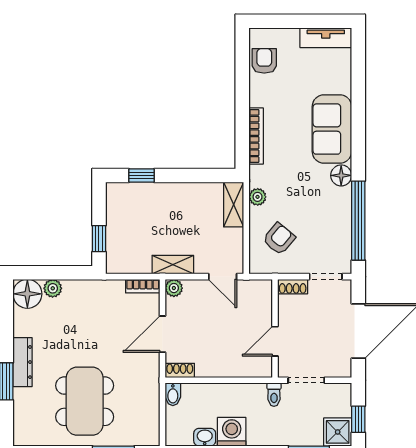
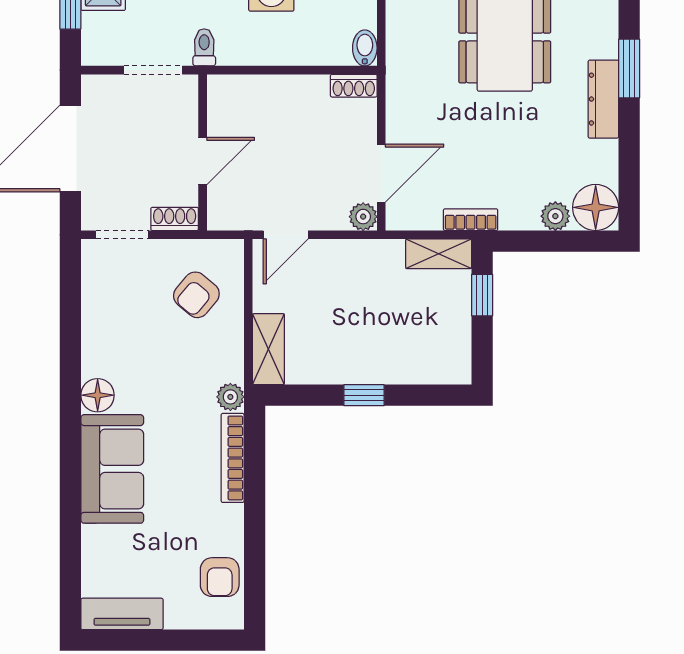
window: (142, 176) -> (364, 395), moved
plant: (258, 197) -> (230, 397), moved
window: (358, 221) -> (70, 323), removed
shelving: (173, 265) -> (439, 254), moved
door: (223, 277) -> (286, 235), swing flipped
bookcase: (143, 286) -> (471, 220), moved
door: (162, 334) -> (381, 173), moved
door: (275, 341) -> (203, 161), moved

